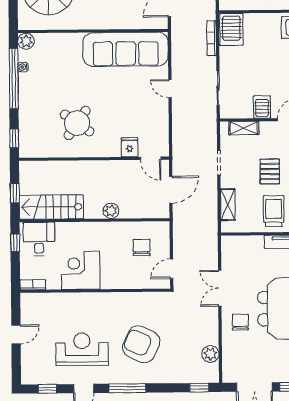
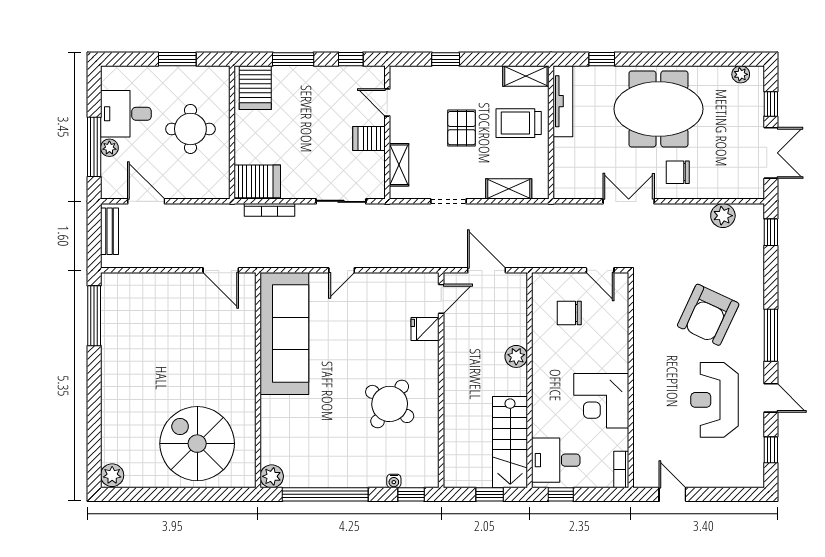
water cooler: (23, 67) -> (394, 481), moved
pallet: (270, 171) -> (462, 128), turned 90
double door: (220, 288) -> (629, 201), swing flipped
door: (16, 334) -> (672, 494), moved

